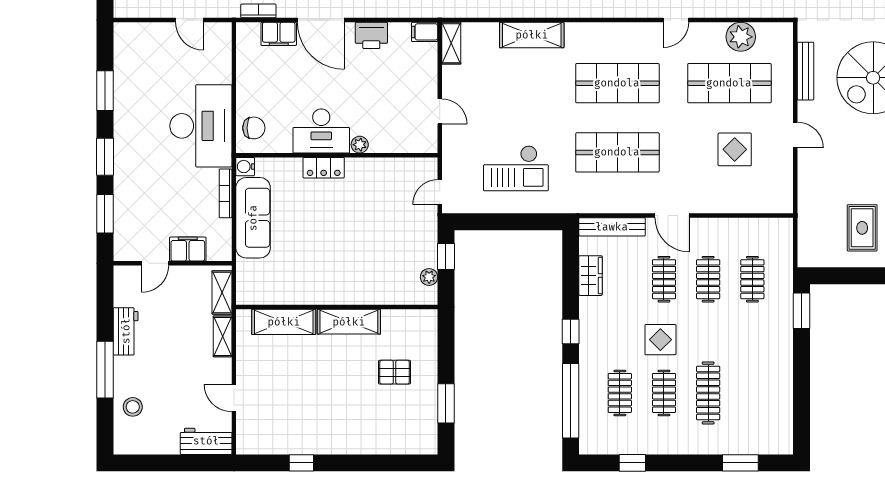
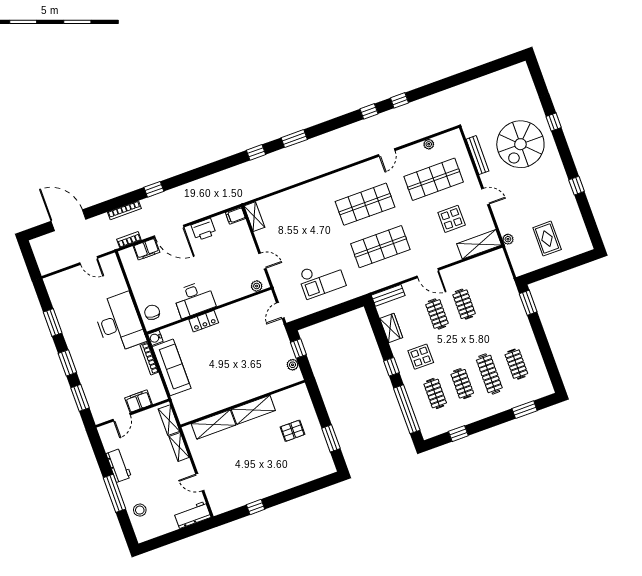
shelving: (532, 35) -> (479, 244), moved
plant: (741, 37) -> (429, 144), width x0.53, depth x0.53
chair: (254, 128) -> (152, 312), turned -83
plant: (360, 145) -> (257, 286), moved
plant: (805, 208) -> (508, 239), added
bench: (612, 227) -> (388, 295), width x0.73
clothes rail: (752, 279) -> (516, 364), moved
display table: (660, 340) -> (421, 357), moved

